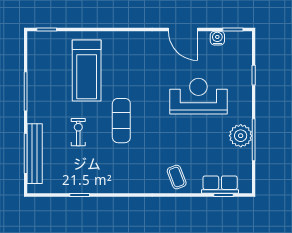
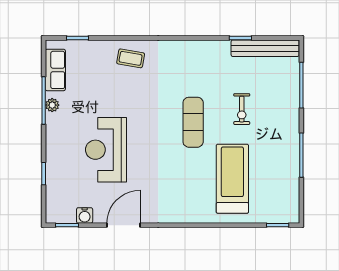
door: (183, 30) -> (123, 225), hinge flipped
reception desk: (198, 96) -> (106, 150), turned 90
plant: (241, 136) -> (52, 105), width x0.53, depth x0.53
bench: (35, 154) -> (265, 48), moved, turned 90
coffee table: (177, 177) -> (131, 58), turned -59
row of seats: (220, 185) -> (55, 70), moved, turned -90

